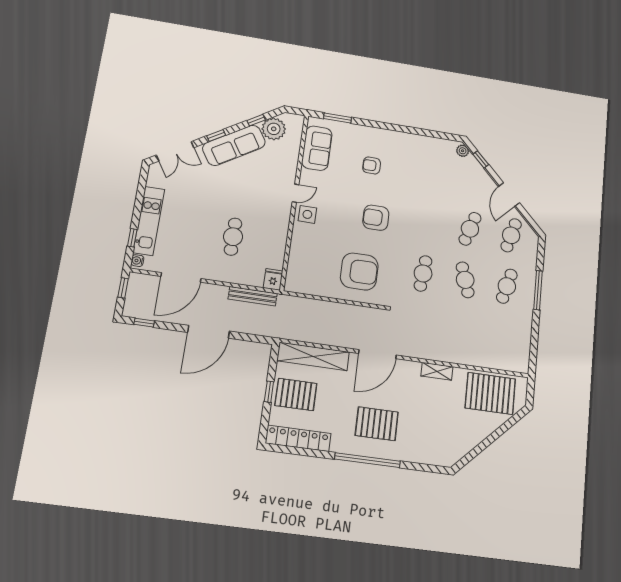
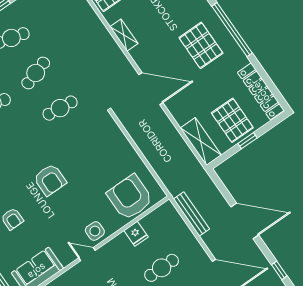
armchair: (359, 271) -> (130, 197), moved
fridge: (273, 279) -> (136, 234), moved, turned -90
shelving: (313, 356) -> (201, 141), width x0.68

